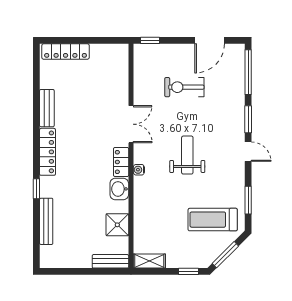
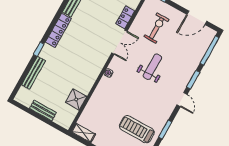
exercise bike: (184, 87) -> (157, 28), moved, turned 90
weight bench: (187, 155) -> (152, 67), moved
locker: (121, 162) -> (125, 17), moved
washbasin: (119, 189) -> (90, 78), removed
bench: (110, 261) -> (43, 110), moved

